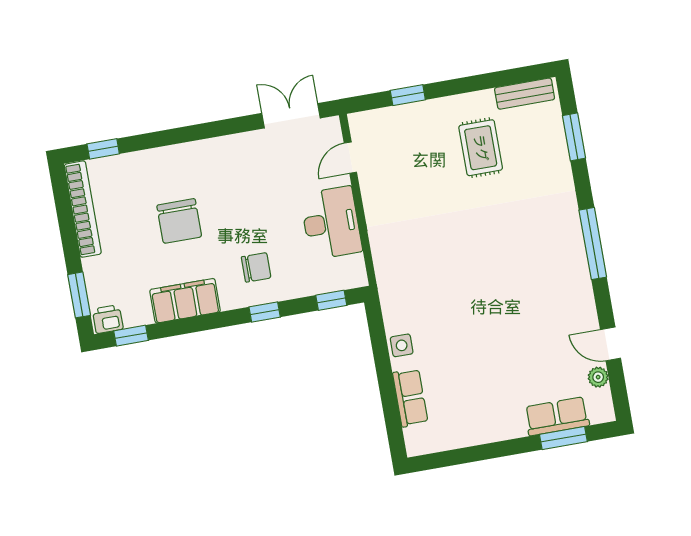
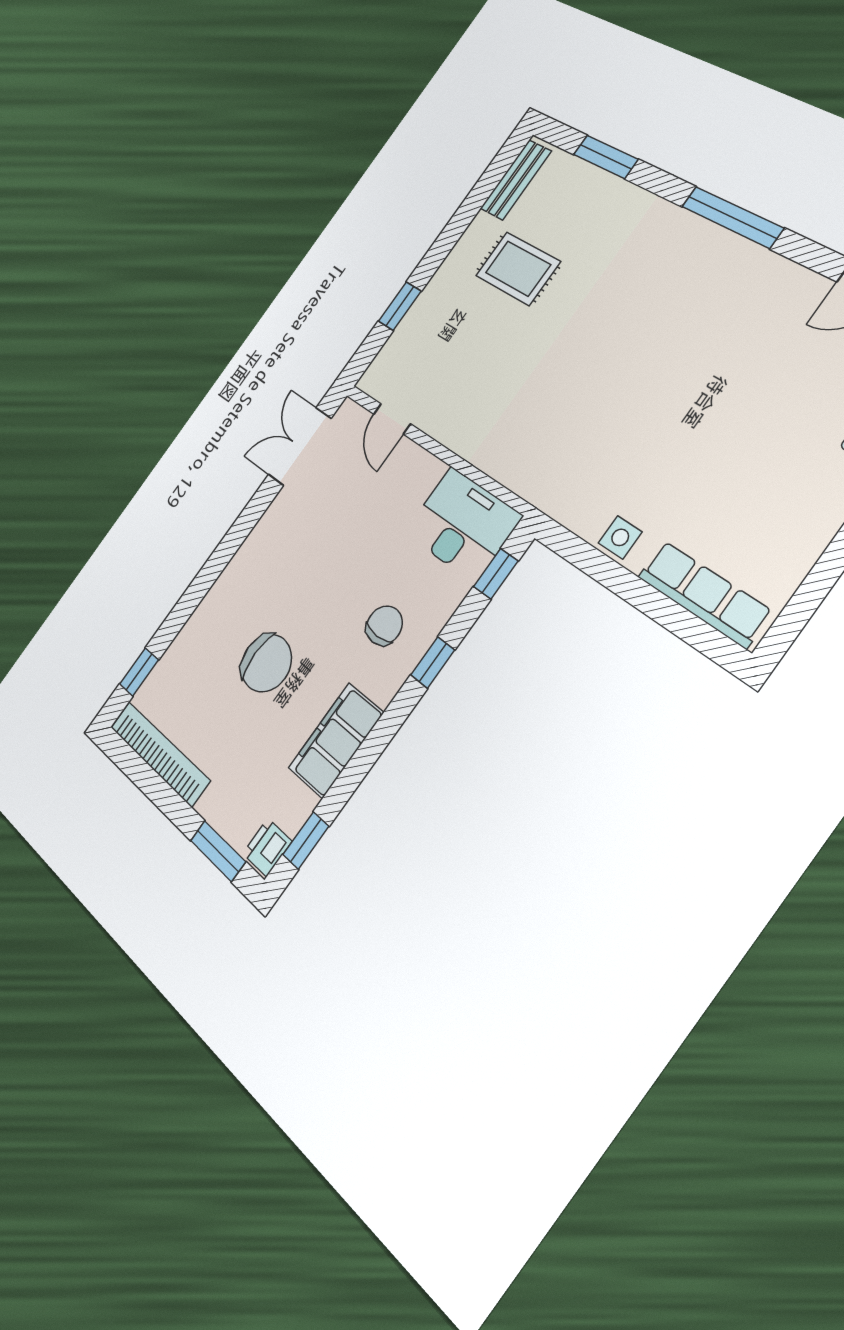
desk: (331, 223) -> (463, 524), moved
row of seats: (410, 398) -> (704, 594), width x1.48

